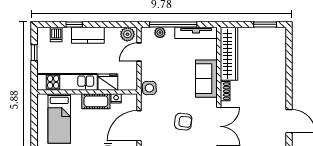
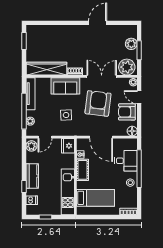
door: (139, 52) -> (45, 137), hinge flipped
fridge: (108, 82) -> (68, 146), moved
side table: (149, 88) -> (66, 115), moved
armchair: (183, 122) -> (98, 103), width x1.88, depth x1.88

